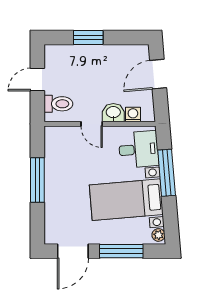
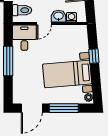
door: (92, 124) -> (44, 24), hinge flipped
desk: (139, 149) -> (24, 38), moved, turned -85
window: (167, 173) -> (94, 56), width x0.46

